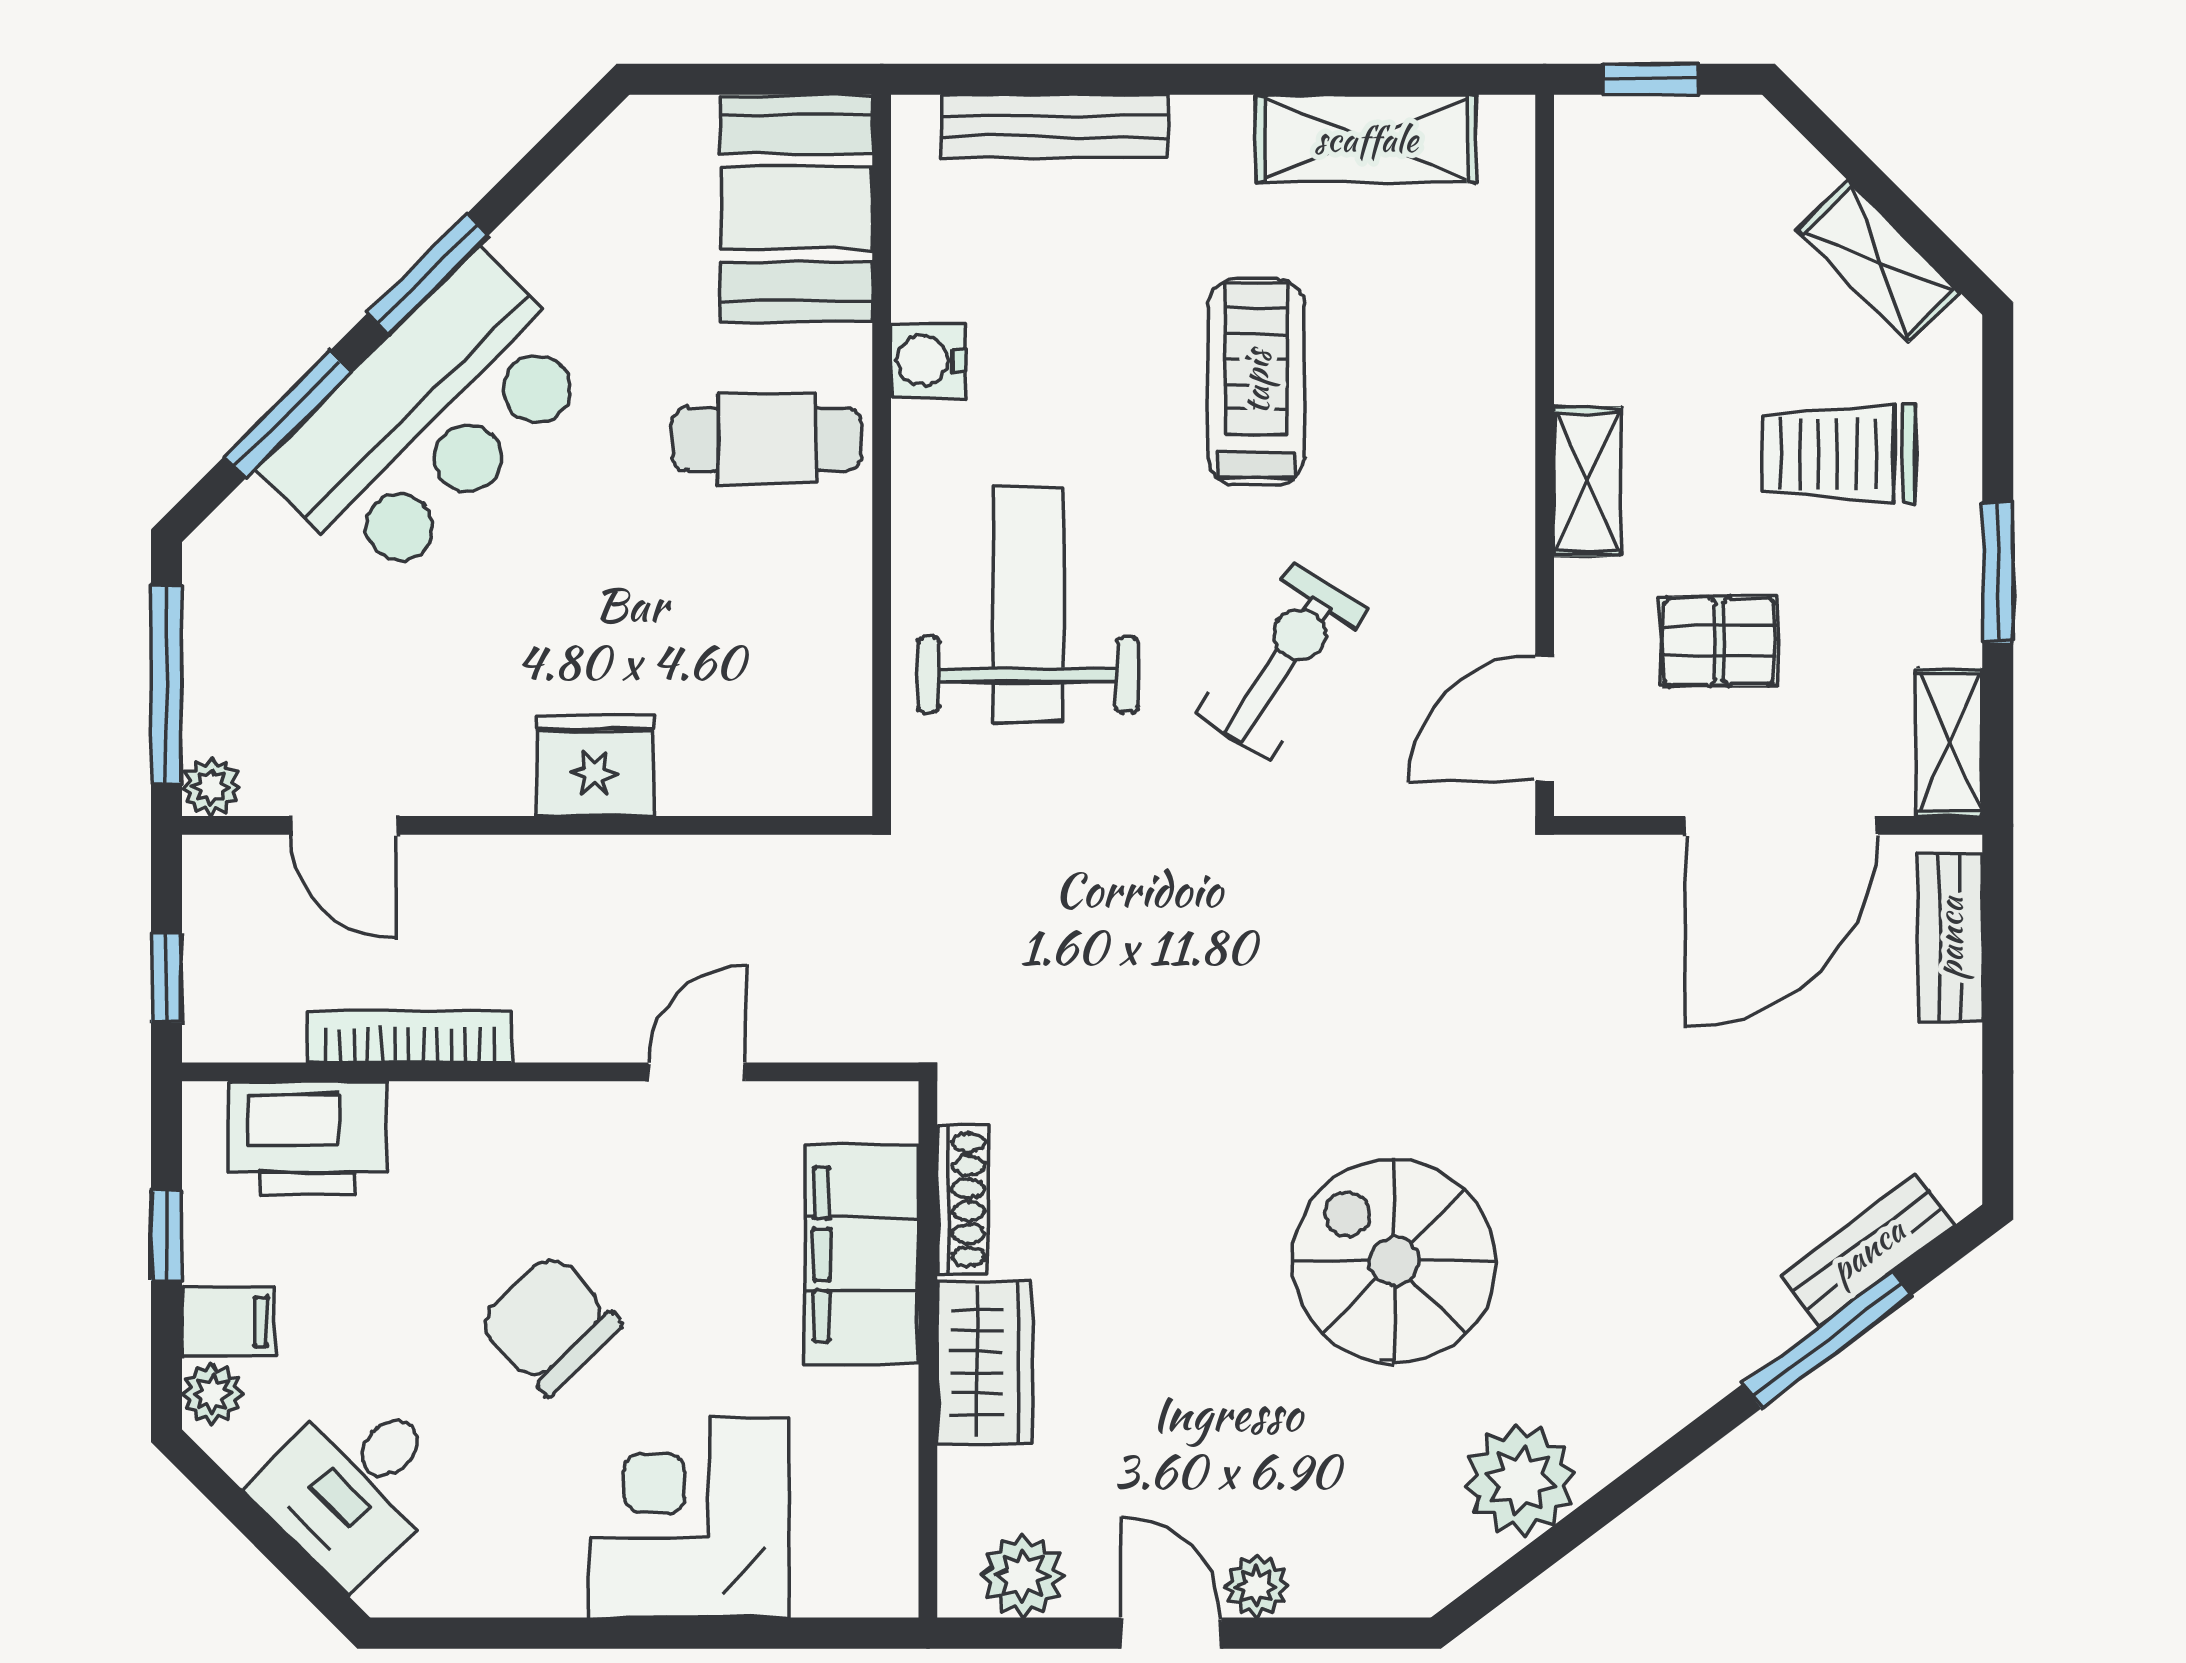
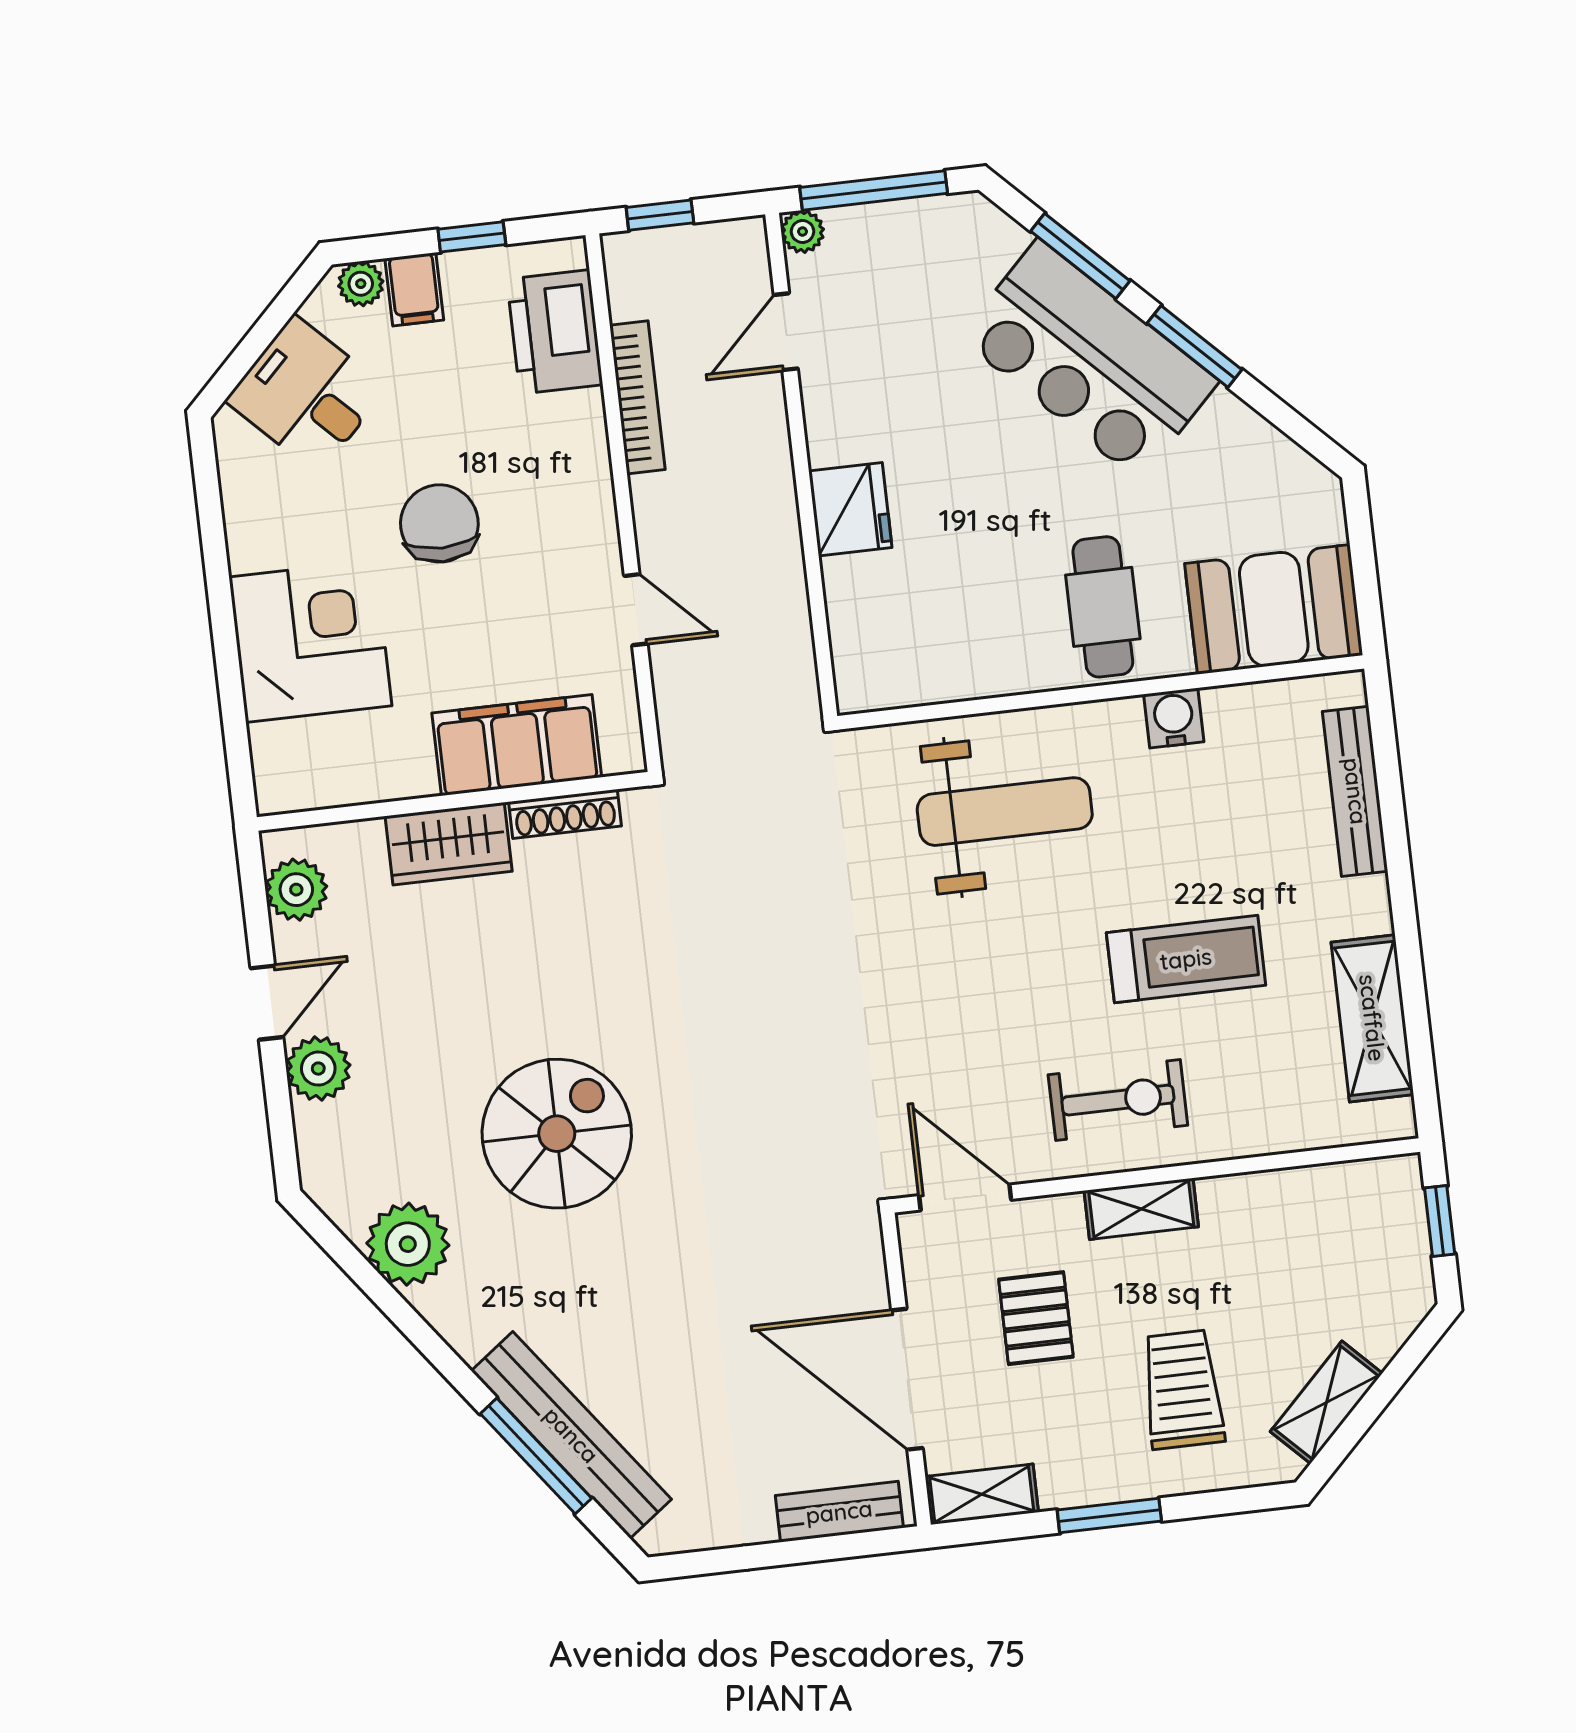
exercise bike: (1282, 662) -> (1118, 1100), moved, turned -33
bench: (1867, 1250) -> (571, 1435), width x1.86, depth x1.21
chair: (549, 1324) -> (439, 523), turned -45
plant: (1257, 1586) -> (318, 1069), width x1.38, depth x1.38

